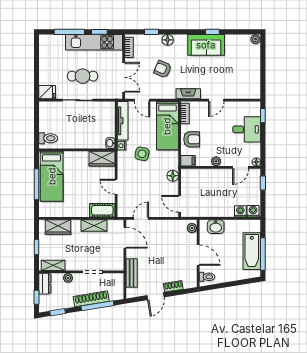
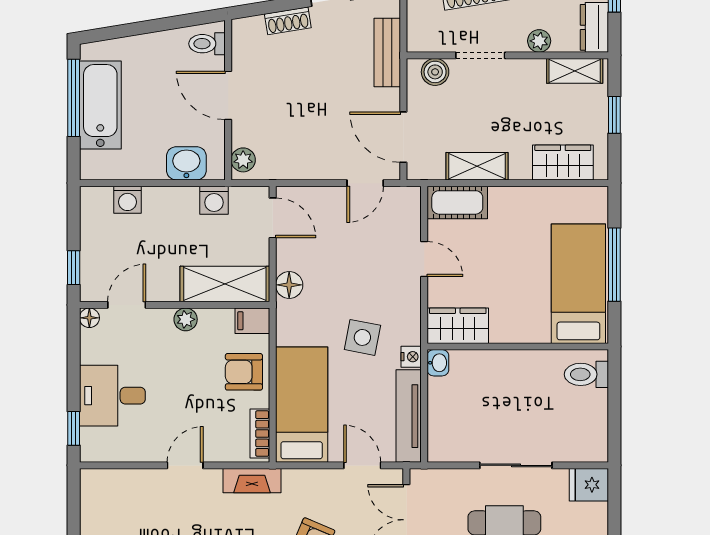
shelving: (200, 176) -> (225, 284), added
washing machine: (253, 211) -> (214, 200), moved
boiler: (112, 265) -> (435, 72), added

